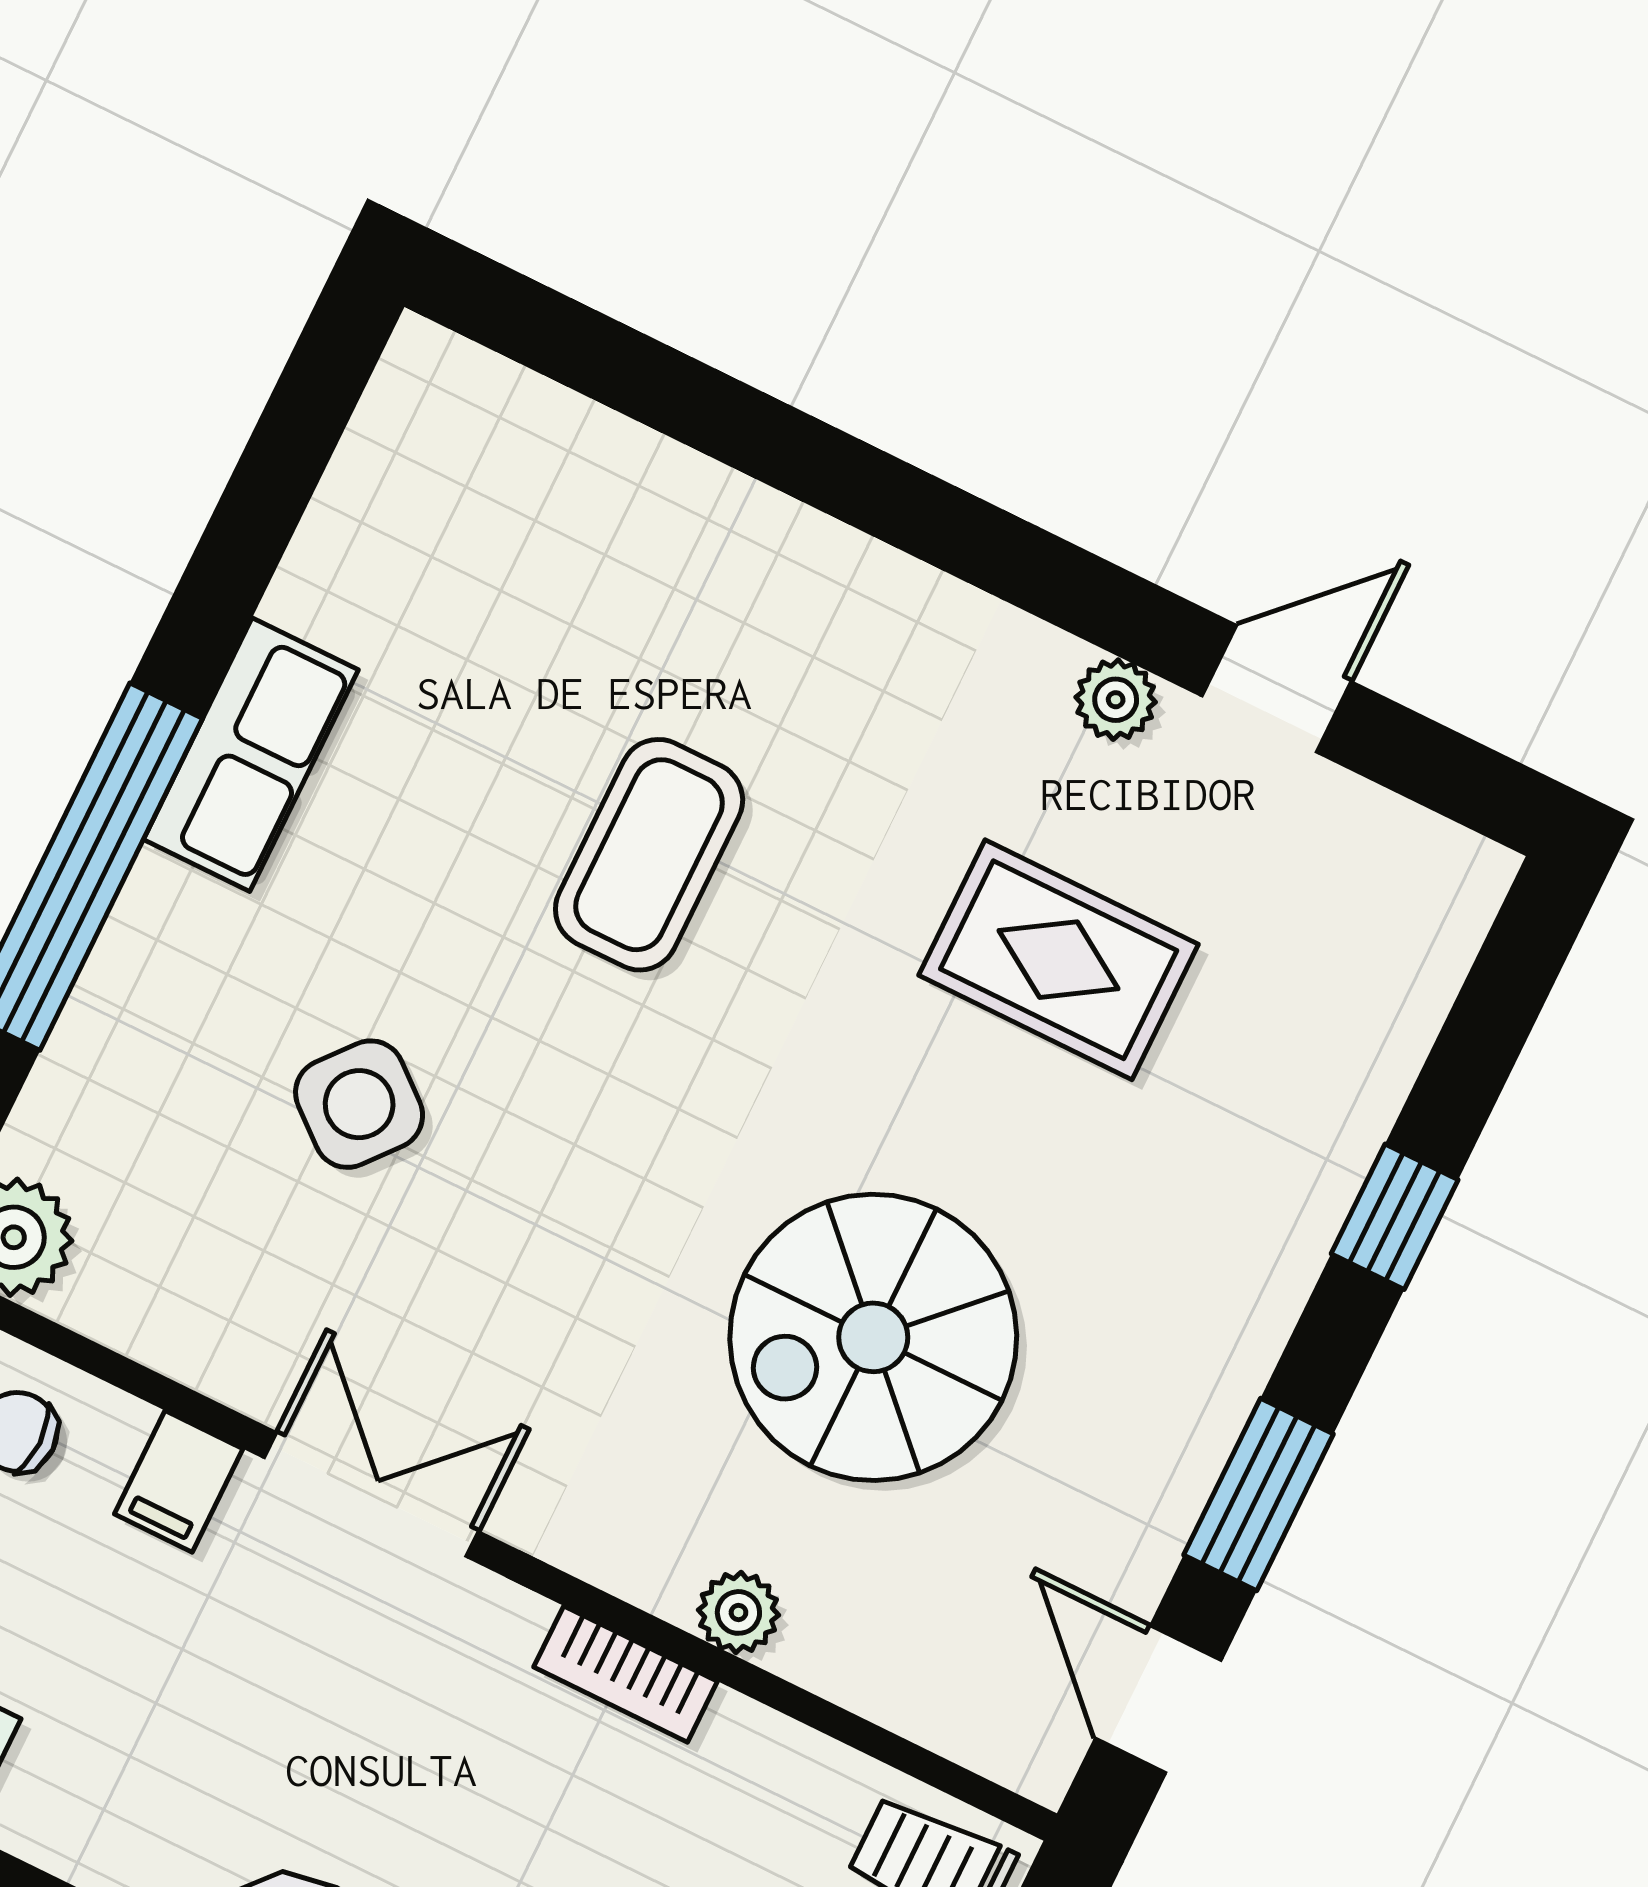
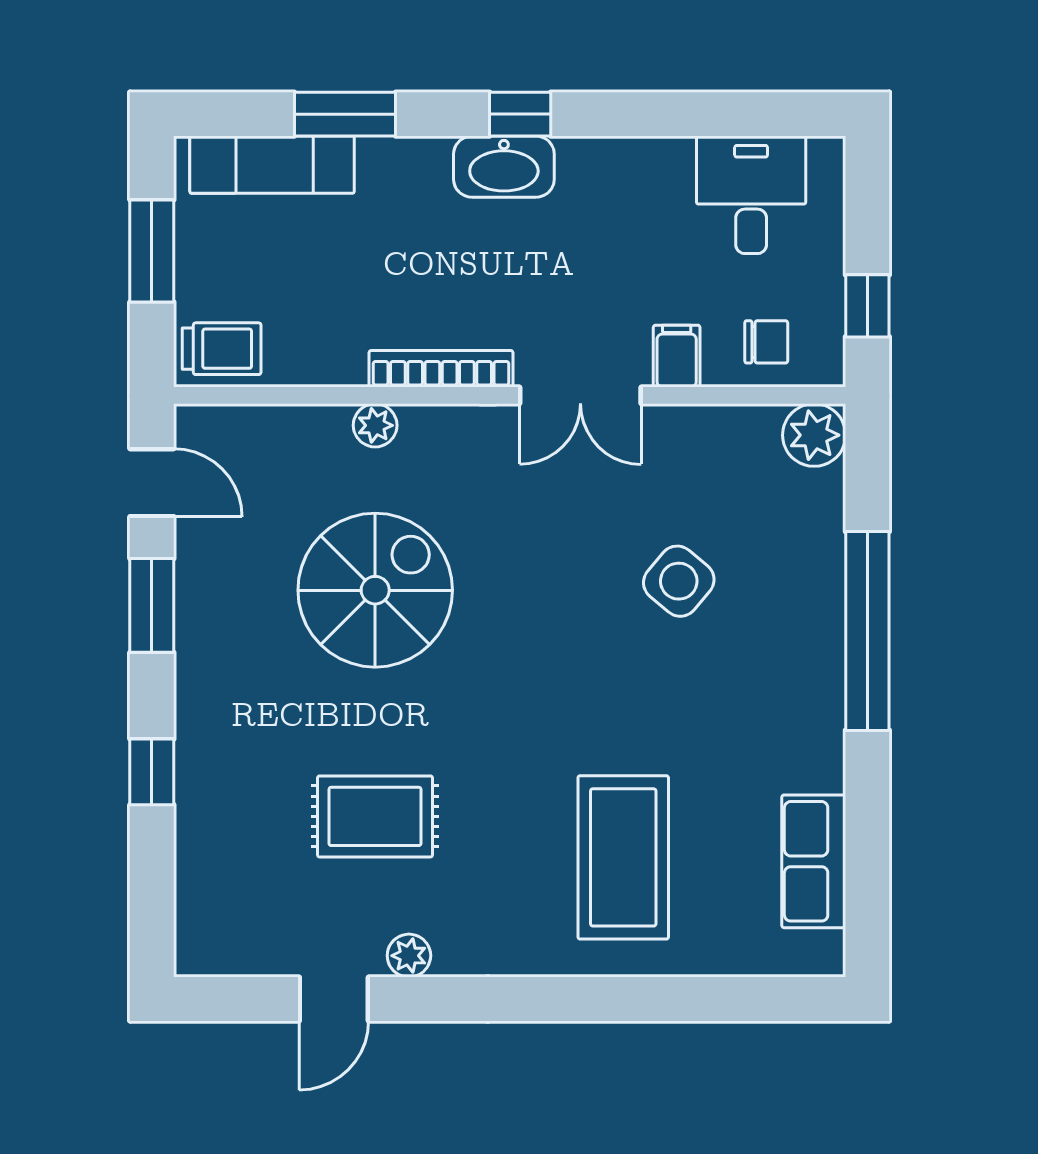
row of seats: (251, 755) -> (814, 861), moved
coffee table: (649, 855) -> (623, 857), moved, width x1.36, depth x1.32
bookcase: (626, 1674) -> (441, 369), width x1.56

